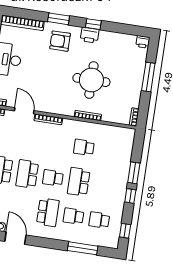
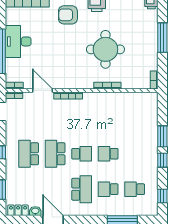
school desk: (84, 147) -> (108, 118), removed
school desk: (53, 178) -> (82, 154), turned 180
school desk: (79, 182) -> (108, 154), width x0.54

